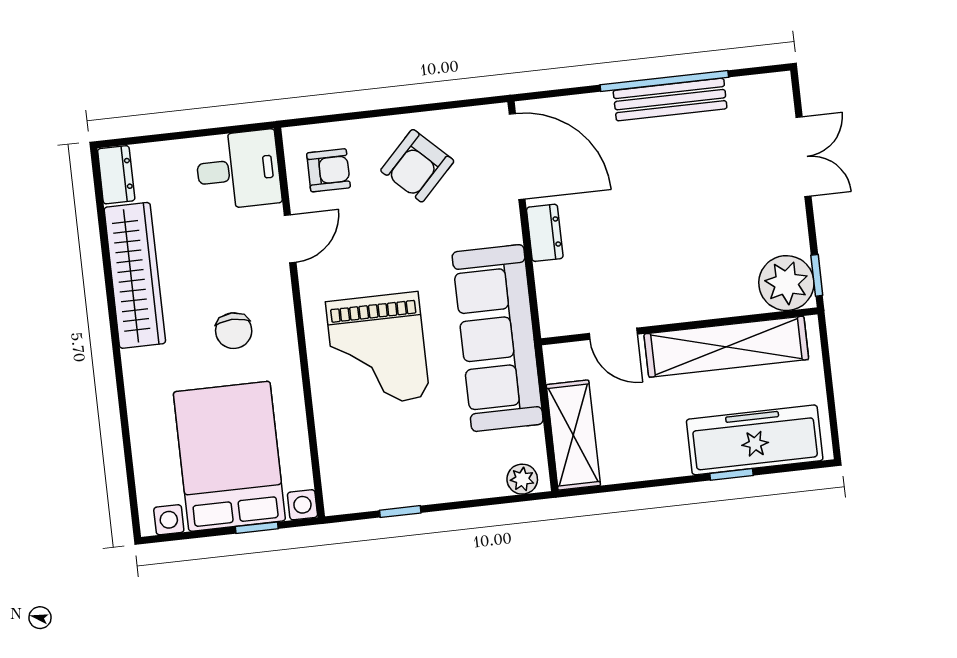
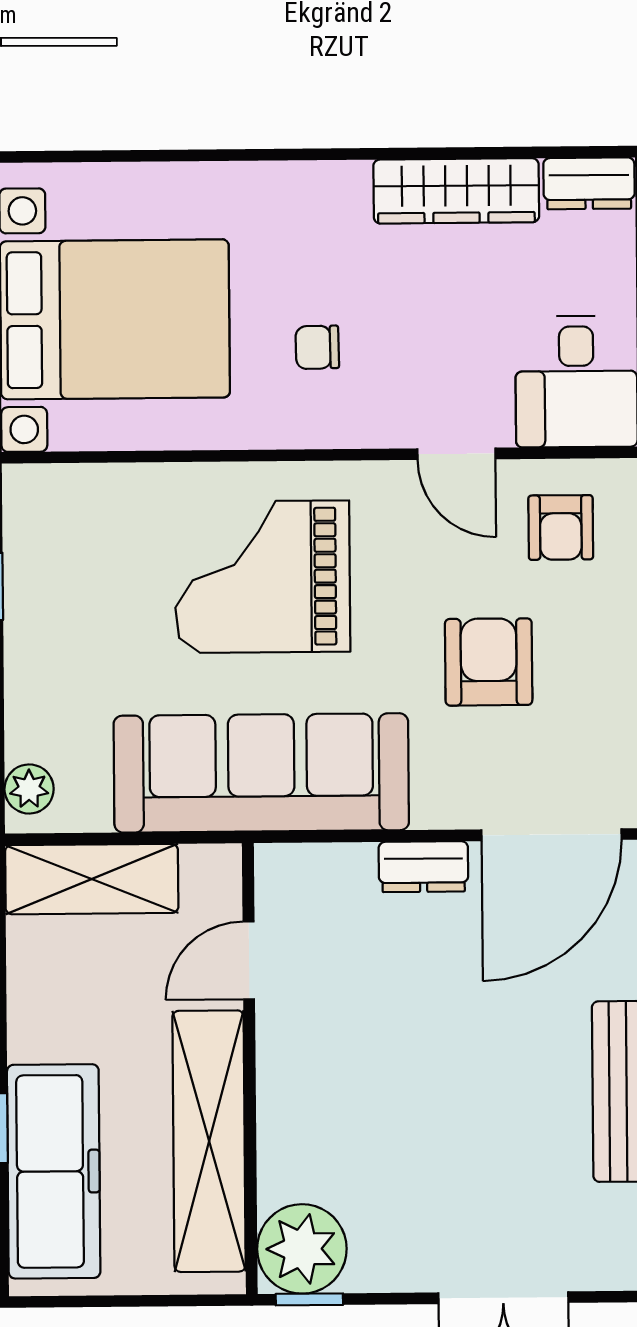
armchair: (417, 166) -> (489, 662), moved, turned 46
wardrobe: (135, 275) -> (456, 191), width x0.71, depth x0.85
chair: (234, 331) -> (317, 347), width x0.73, depth x0.73

